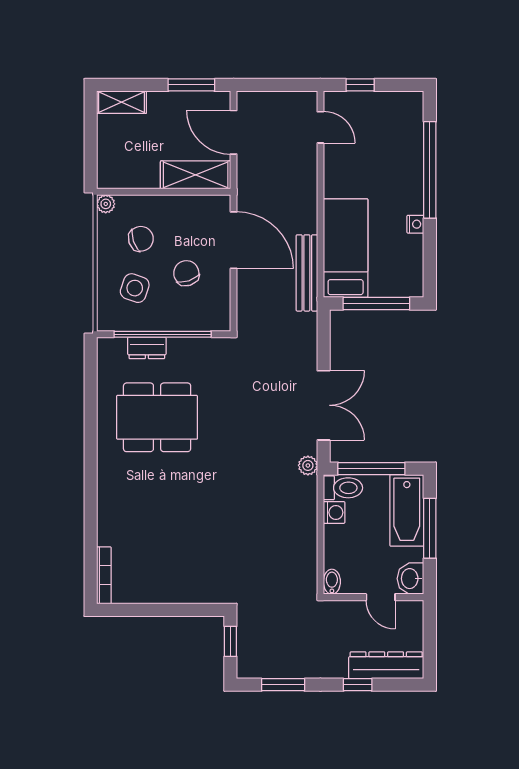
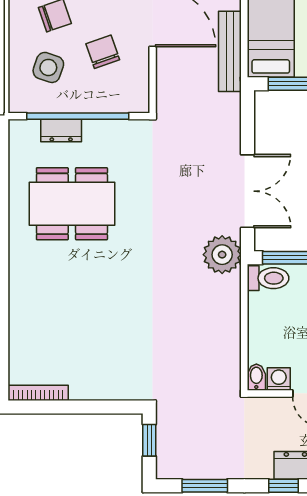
plant: (308, 465) -> (222, 255), width x1.87, depth x1.87
washing machine: (334, 512) -> (279, 379), moved, turned -90
bookcase: (104, 575) -> (38, 393), moved, turned -90

